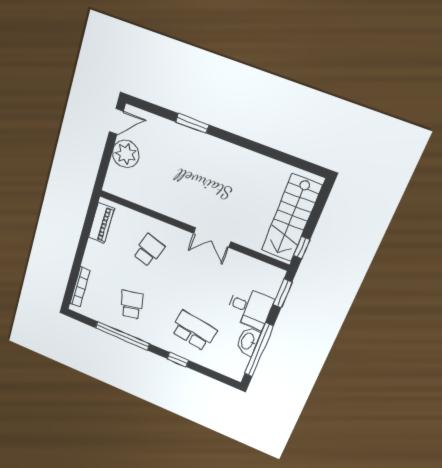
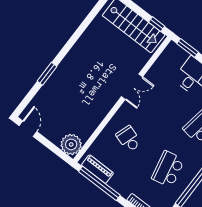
plant: (126, 154) -> (71, 144), moved
window: (86, 230) -> (99, 183), added
school desk: (131, 305) -> (168, 169), width x1.85

